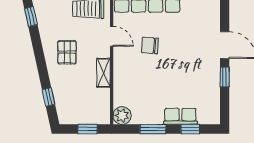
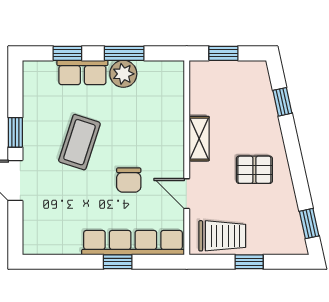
chair: (150, 45) -> (129, 180), turned 86
pallet: (67, 52) -> (254, 170), turned 90
coffee table: (182, 70) -> (79, 142), added
plant: (122, 115) -> (123, 74), moved

